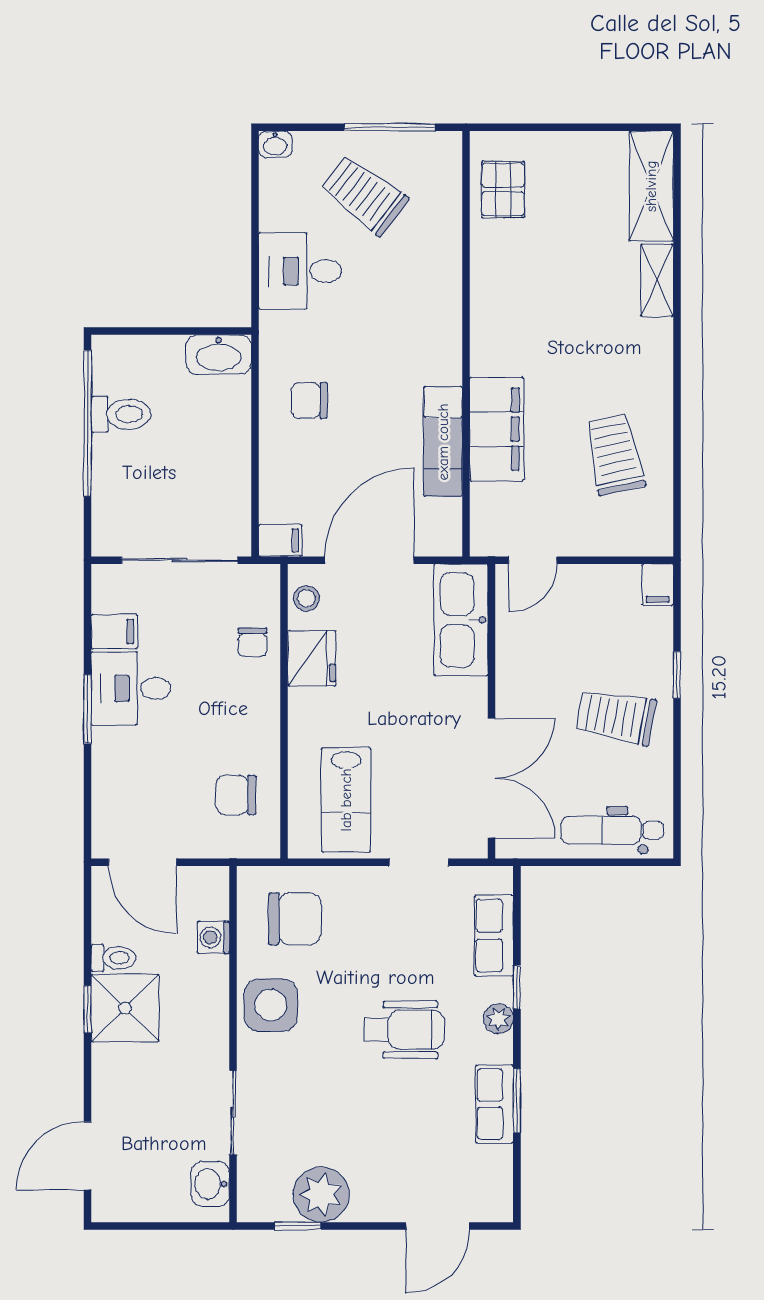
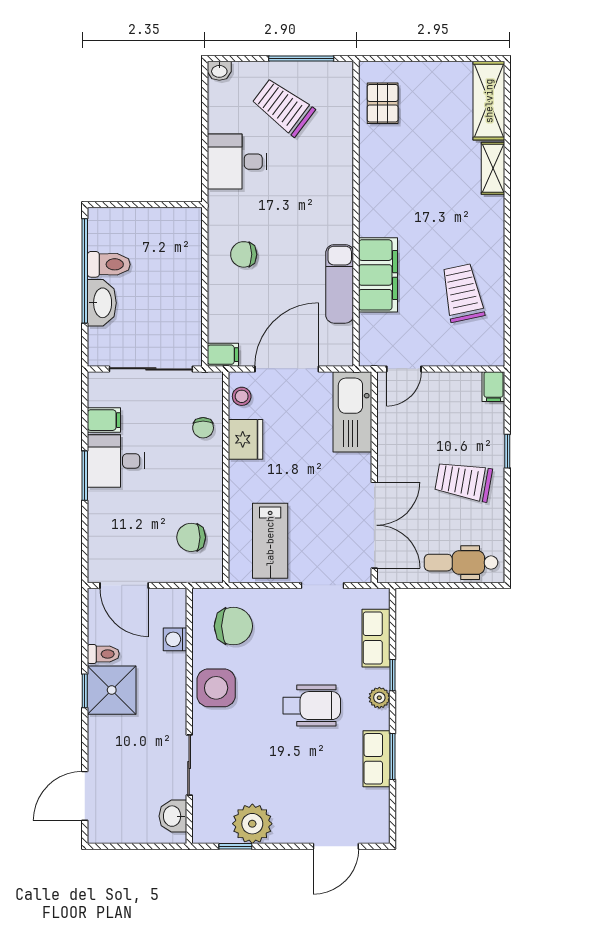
washbasin: (219, 355) -> (102, 303), moved, turned -90

